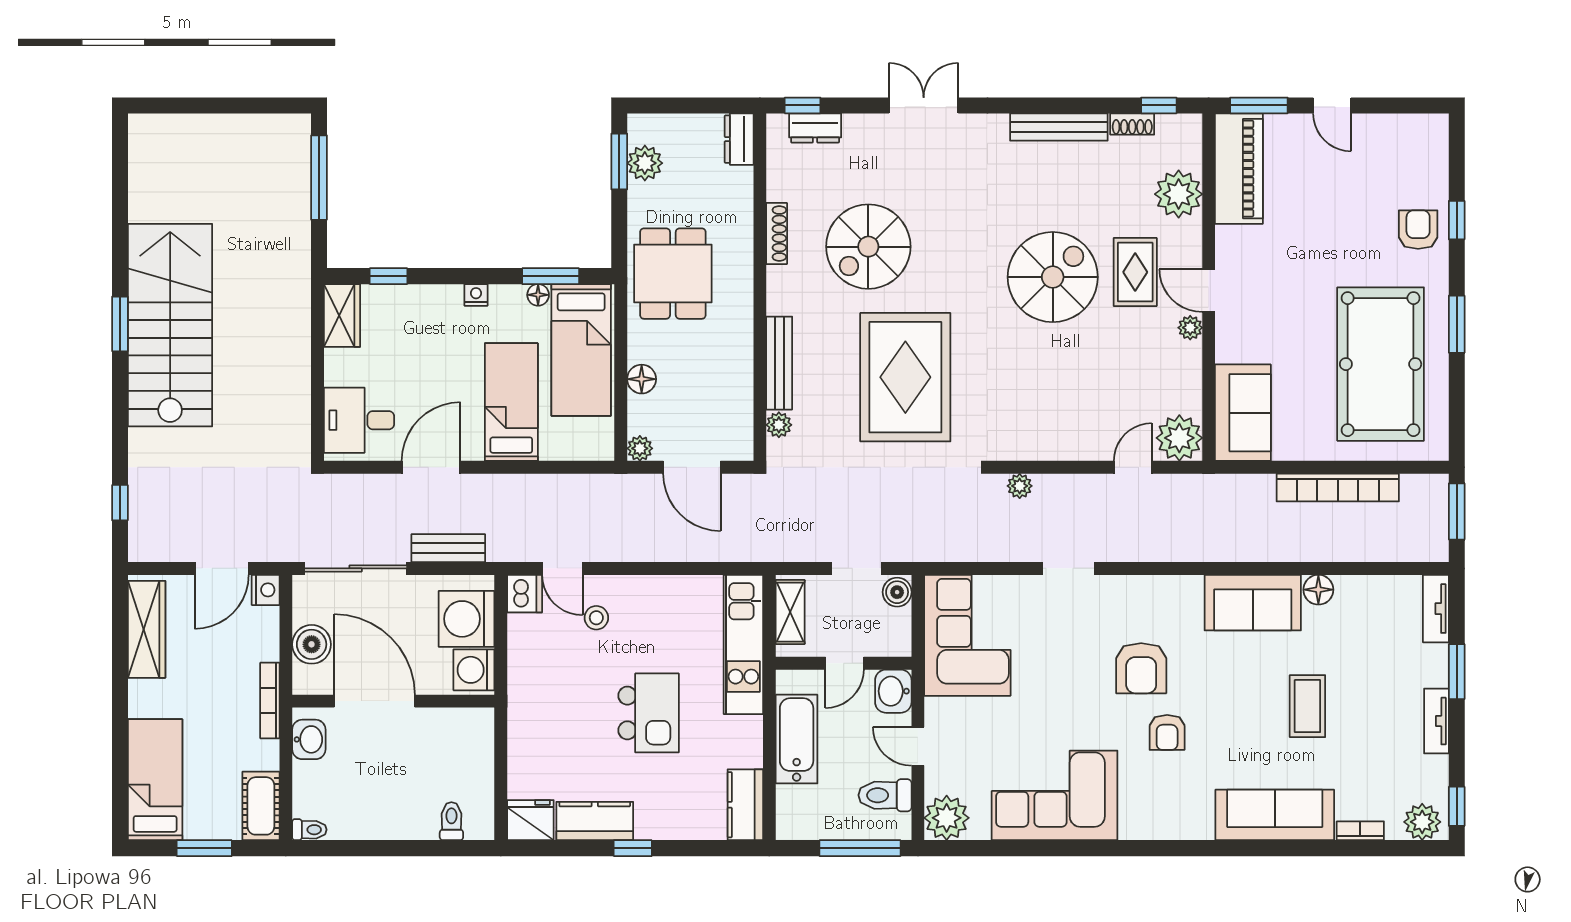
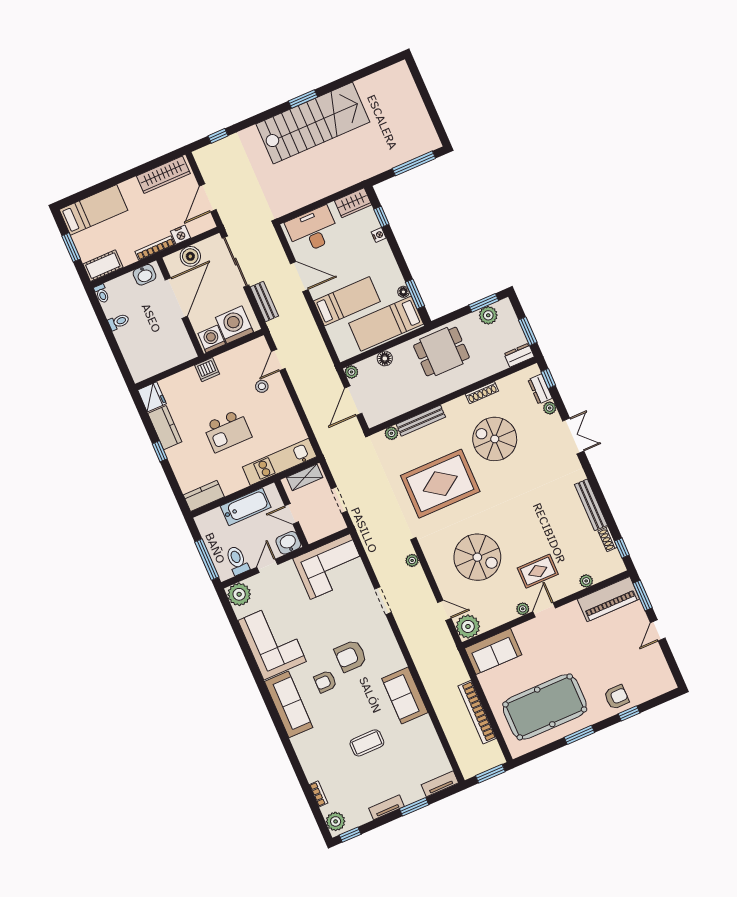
window: (703, 105) -> (528, 331), added
plant: (856, 126) -> (550, 408), added
plant: (1179, 194) -> (586, 581), width x0.53, depth x0.53
spiral stairs: (1053, 277) -> (477, 557), moved
nightstand: (476, 295) -> (379, 235), moved
desk: (359, 420) -> (313, 230), width x1.37
door: (222, 568) -> (208, 198), hinge flipped
nightstand: (266, 590) -> (180, 235), moved
floor lamp: (1318, 590) -> (425, 724), removed
boiler: (897, 592) -> (336, 524), removed
dishwasher: (525, 594) -> (207, 370), moved
sofa: (1275, 815) -> (289, 704), moved
toilet: (451, 821) -> (119, 322), moved

